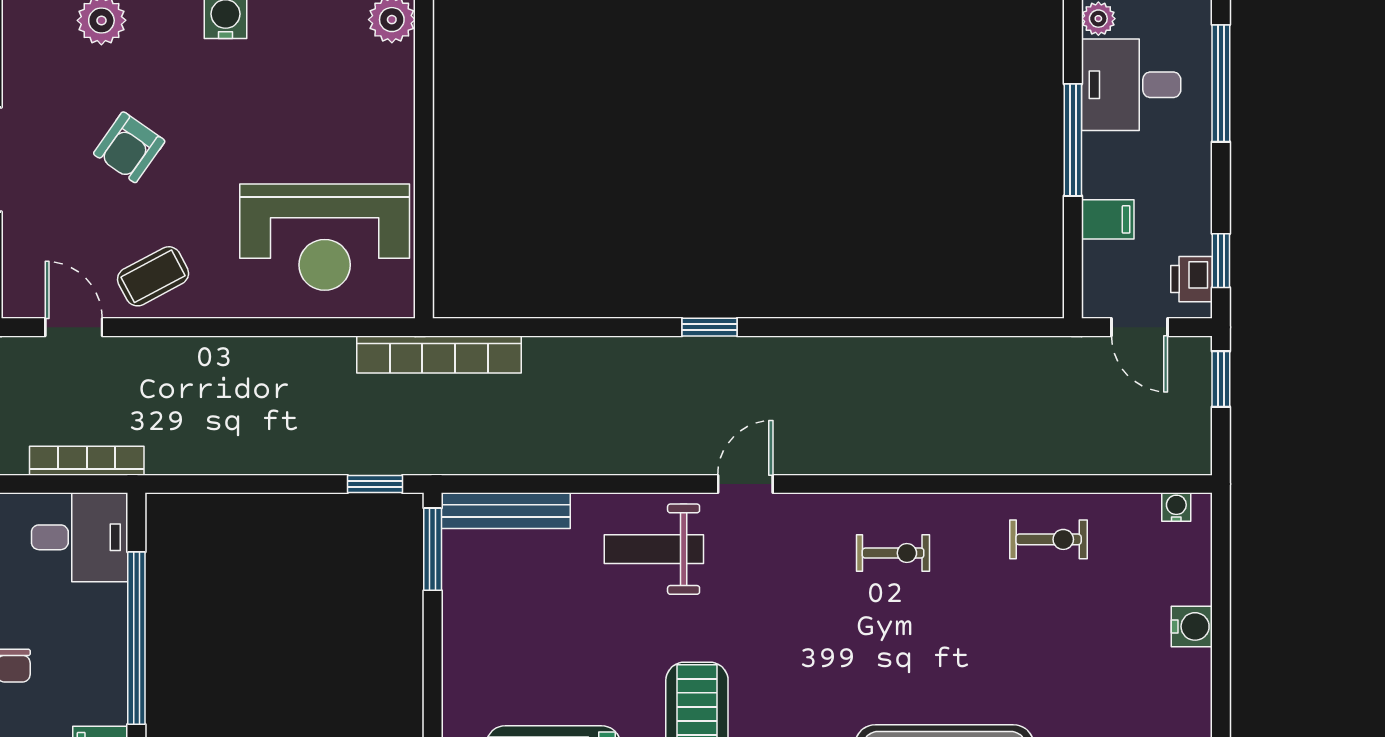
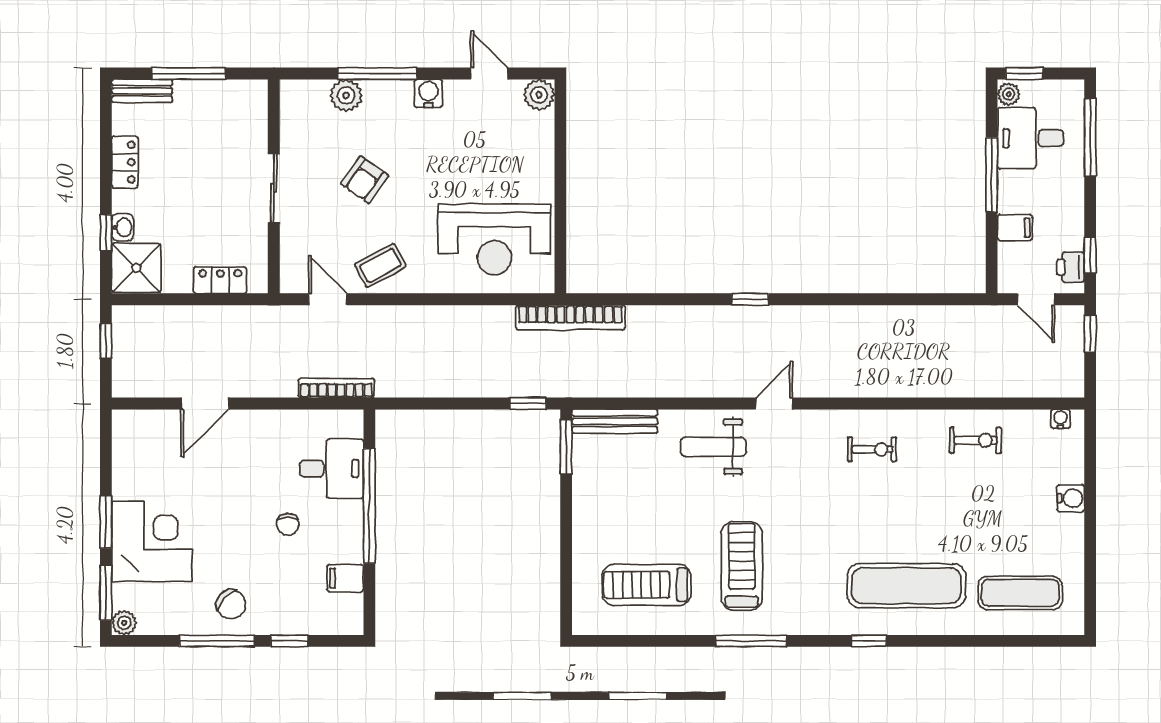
desk: (80, 537) -> (332, 469), moved

